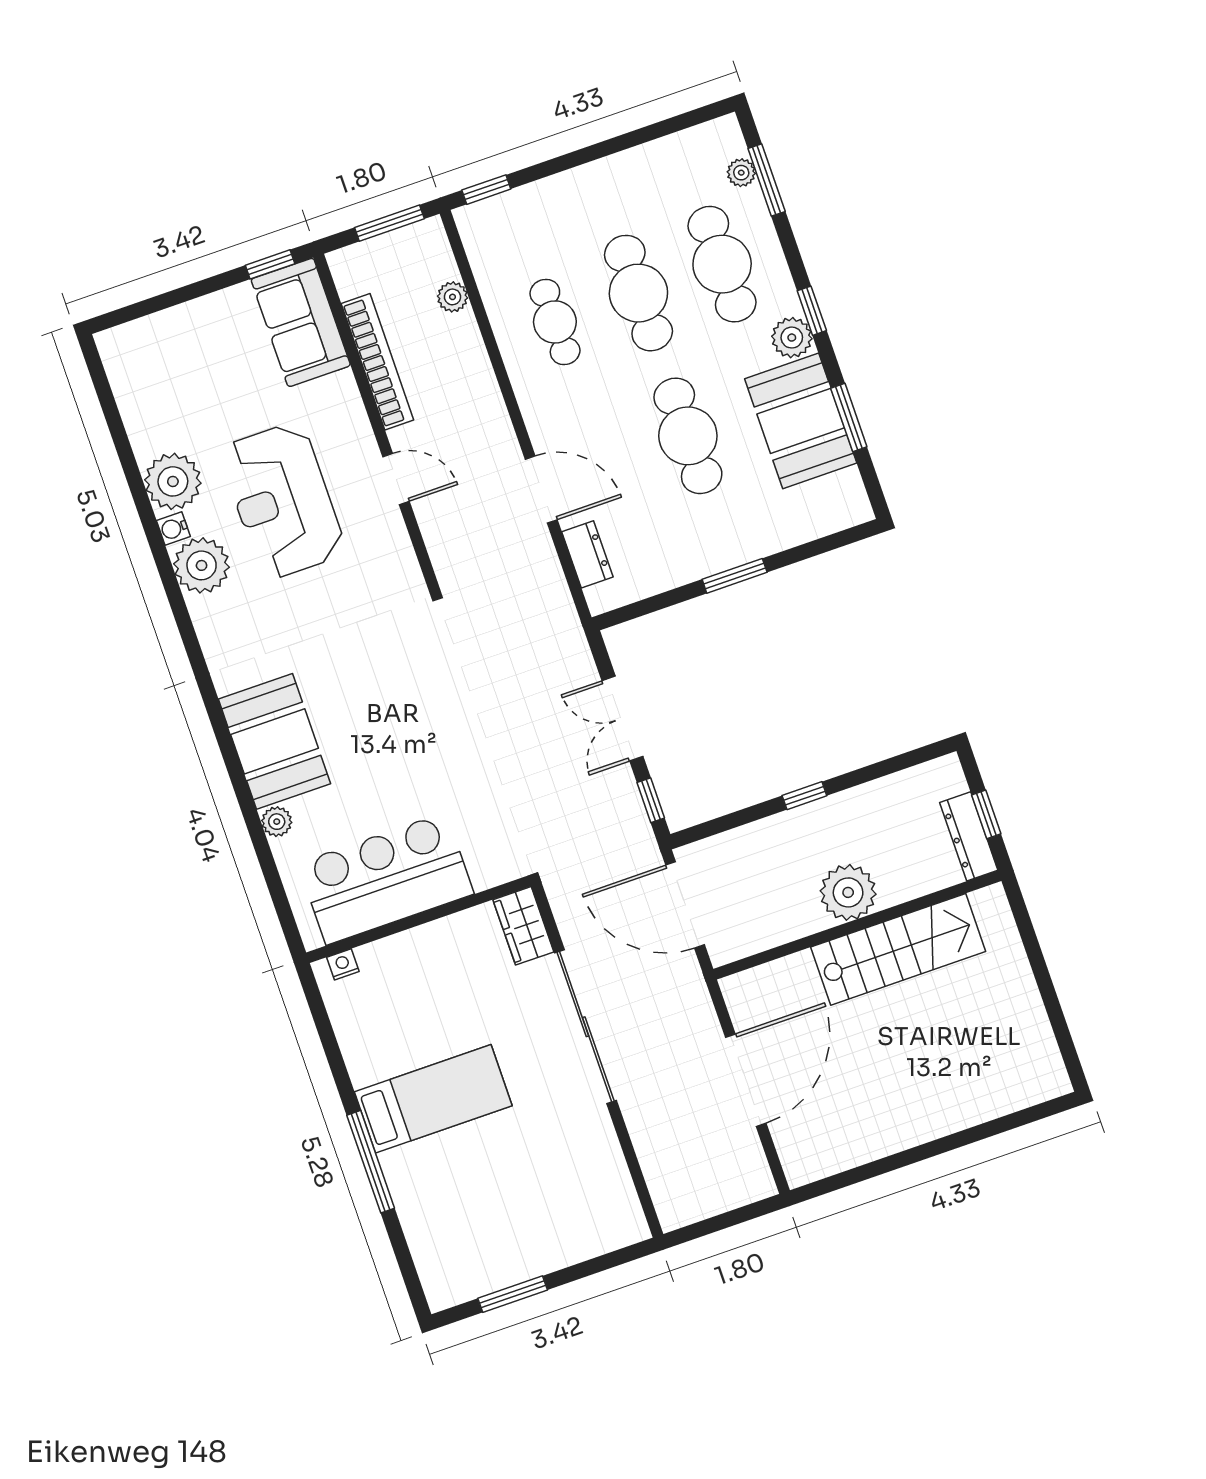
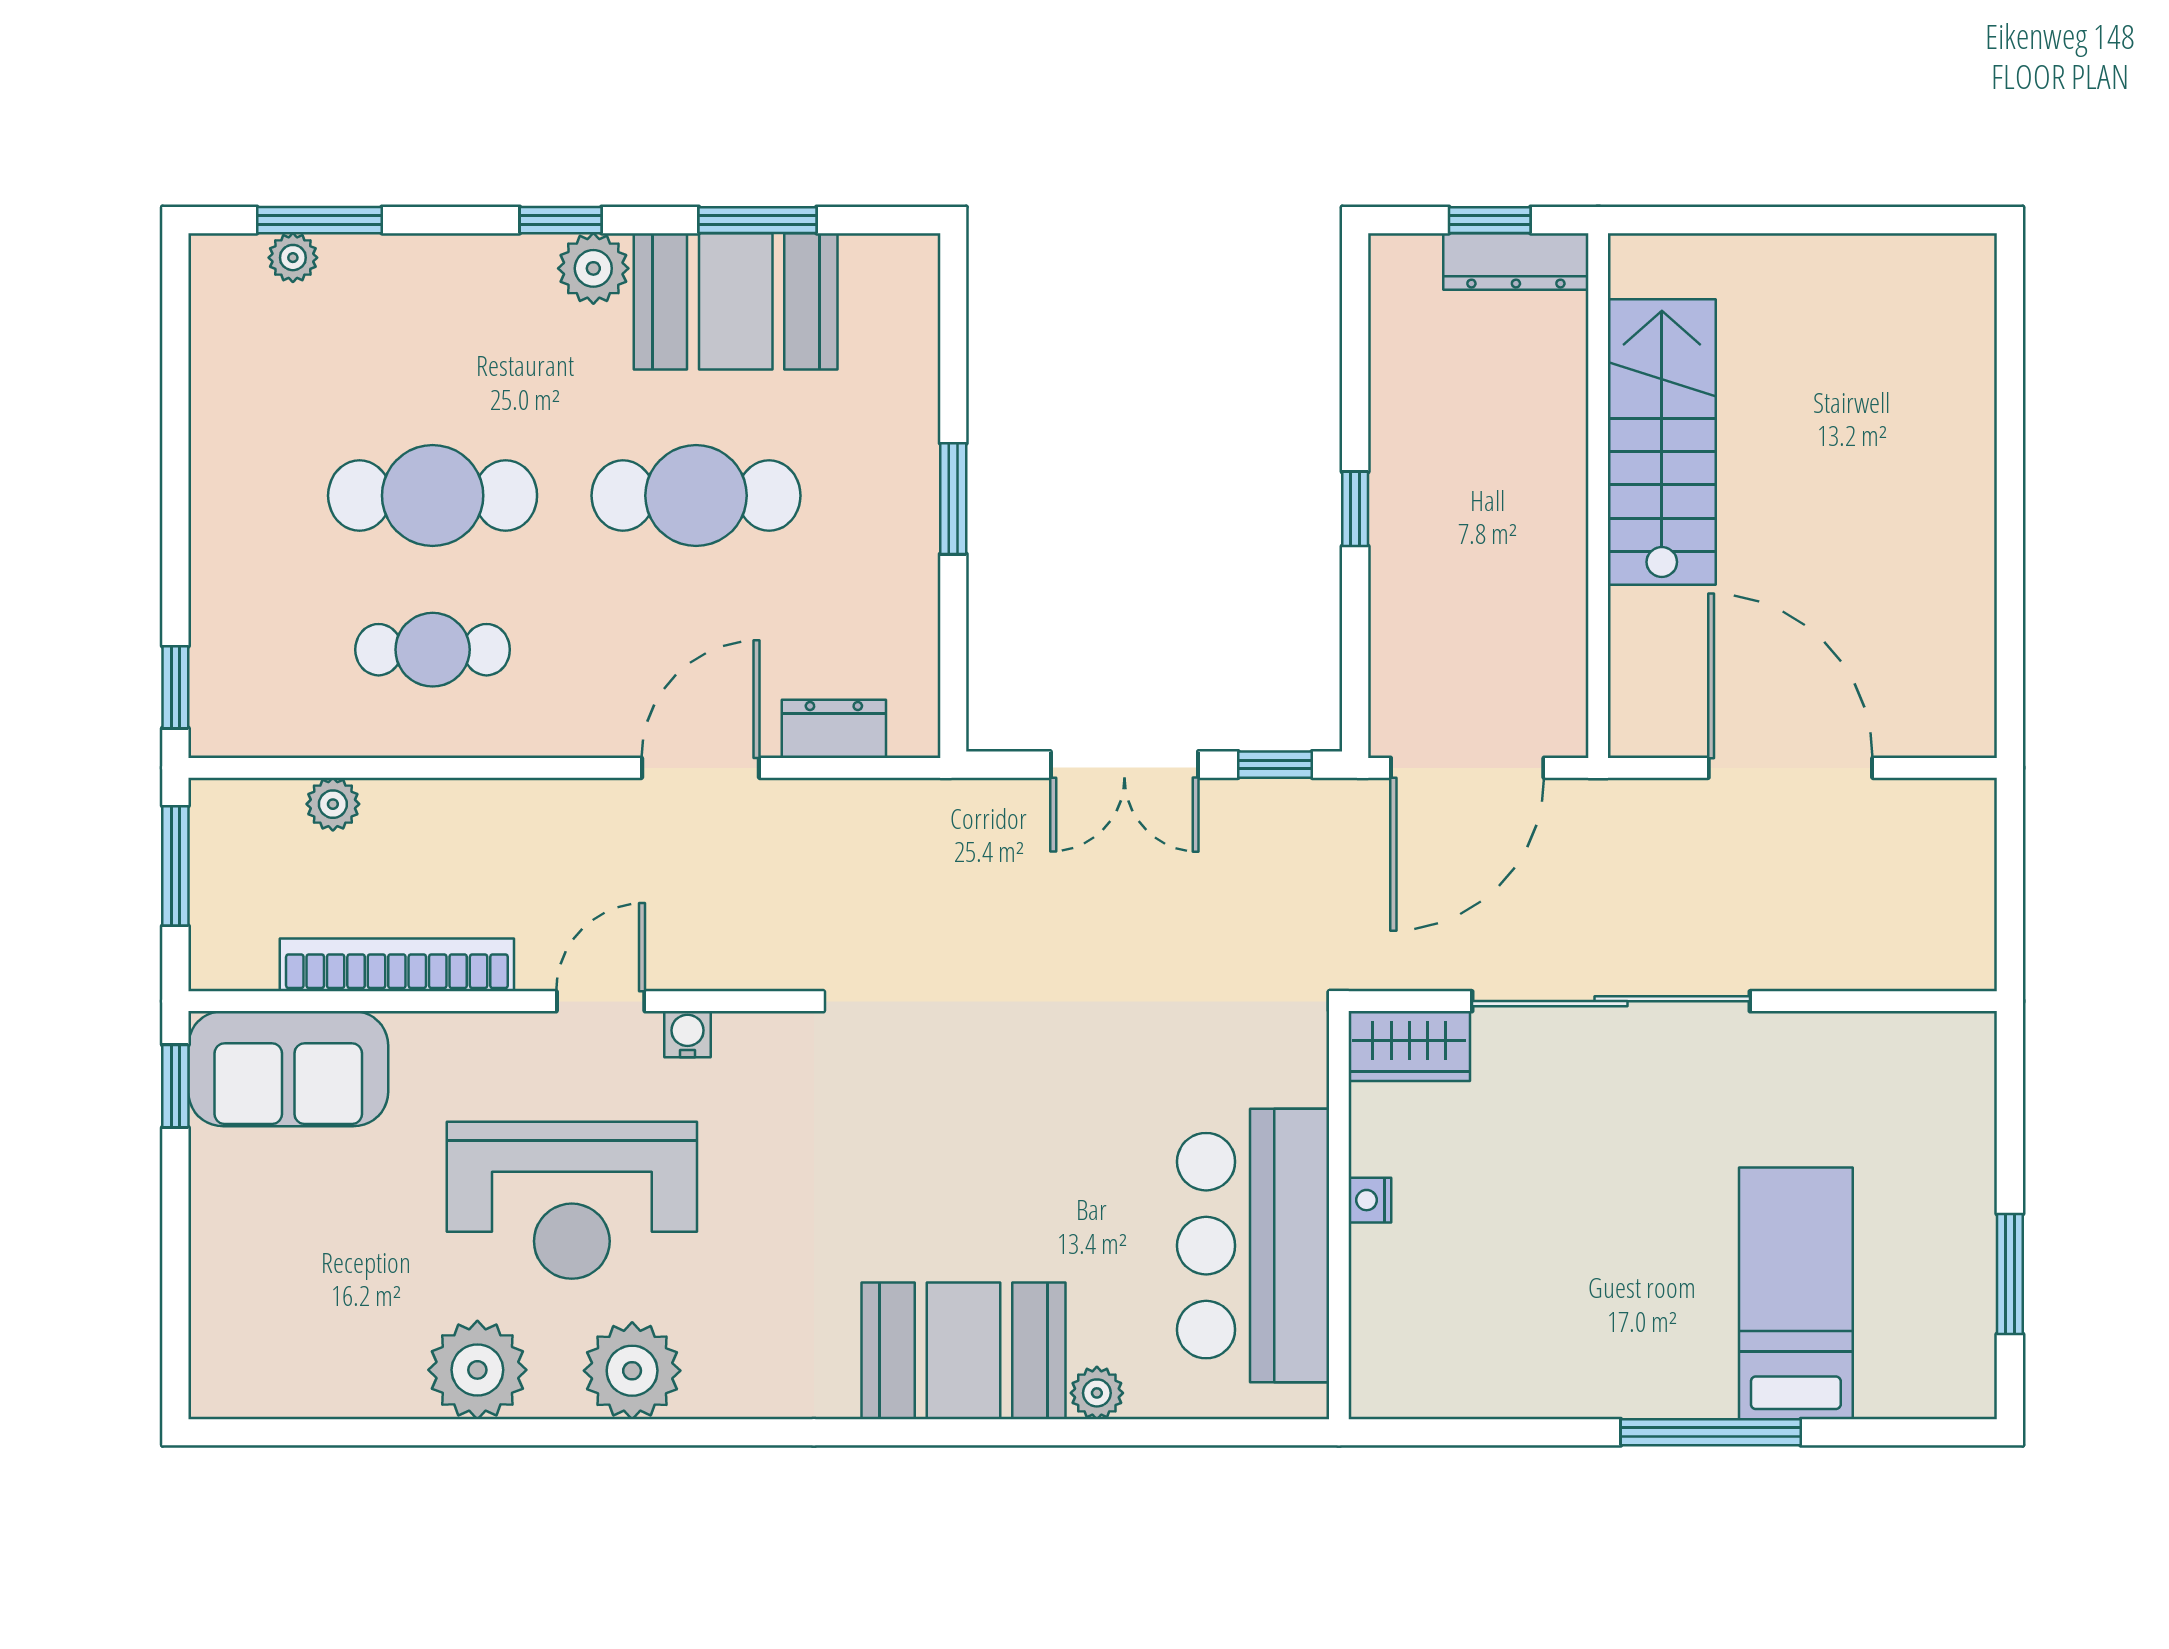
cafe table: (722, 264) -> (433, 341), removed
water cooler: (173, 529) -> (687, 1034), moved, turned 180
plant: (848, 892) -> (1540, 492), removed
nightstand: (343, 964) -> (1370, 1200), moved
bed: (433, 1099) -> (1796, 1293), moved

